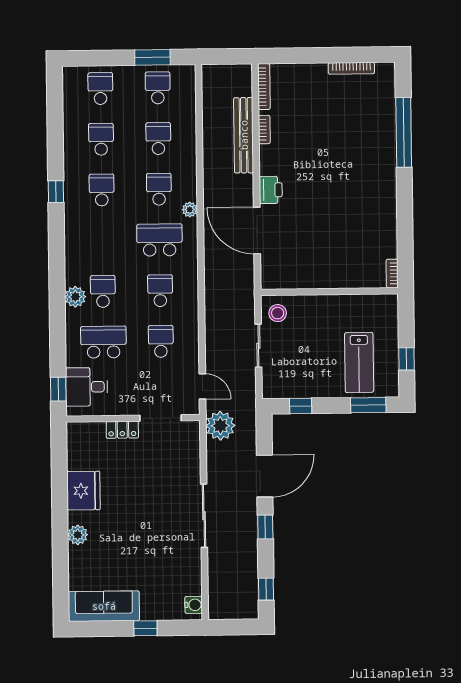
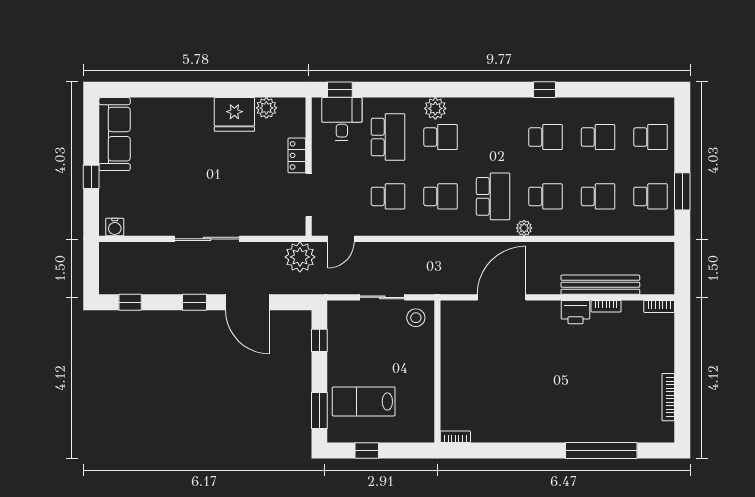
bookcase: (264, 87) -> (659, 306), width x0.64
printer: (271, 190) -> (575, 312), moved
plant: (78, 535) -> (266, 108), moved

